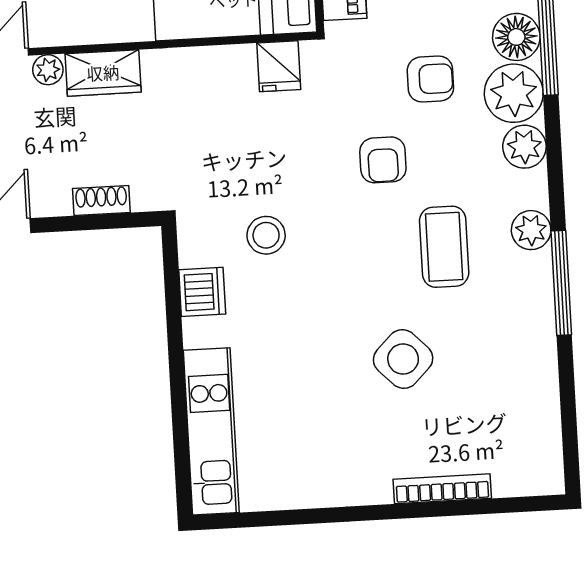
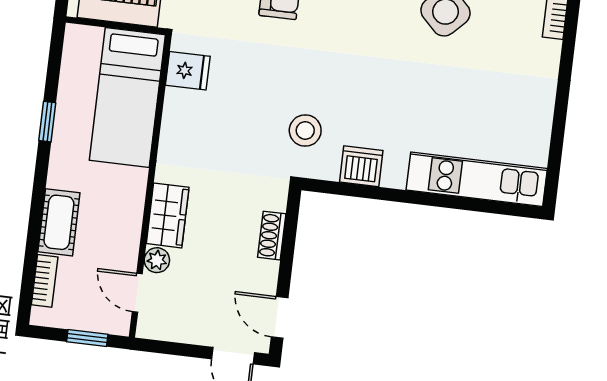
stool: (266, 235) -> (305, 130), moved

